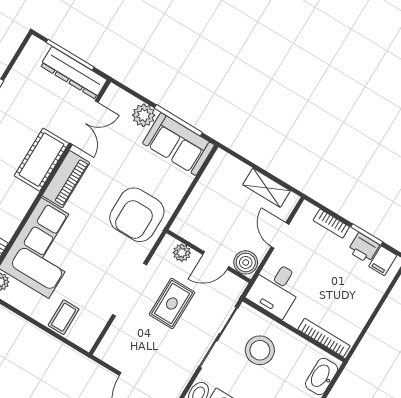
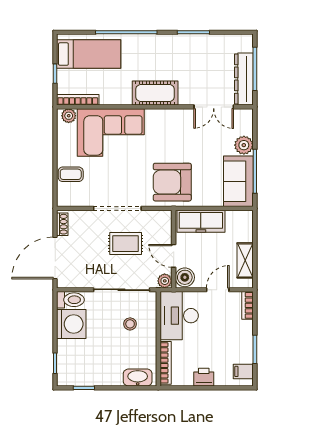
cot: (41, 160) -> (155, 93), moved
piano: (66, 179) -> (167, 118), removed
freezer: (197, 209) -> (201, 221), added
bookcase: (331, 224) -> (248, 305), moved
printer: (364, 248) -> (204, 377), moved, turned 90
plant: (182, 253) -> (165, 281), moved
desk: (276, 289) -> (179, 316), width x1.37
stool: (260, 350) -> (130, 324), width x0.53, depth x0.53
shoe rack: (111, 358) -> (62, 224), added

